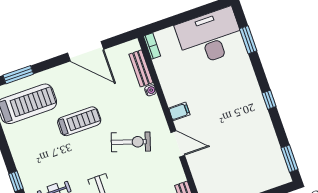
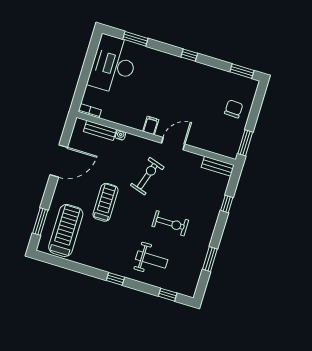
chair: (250, 176) -> (234, 109), added

